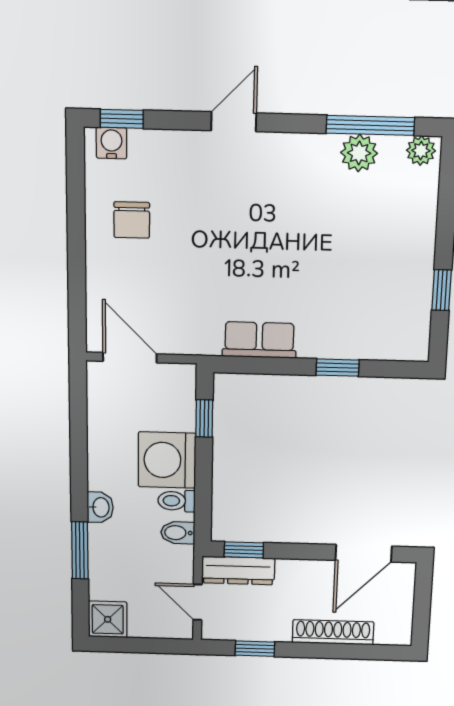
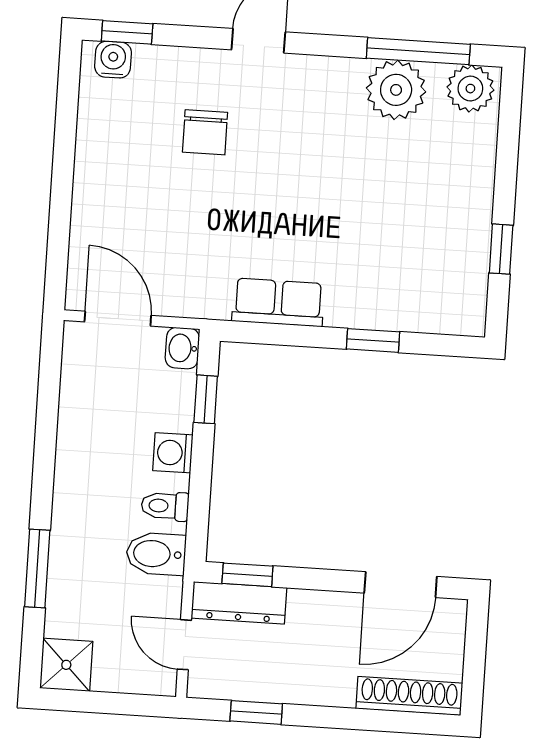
plant: (421, 151) -> (470, 89), width x1.38, depth x1.38
plant: (359, 153) -> (396, 90), width x1.36, depth x1.36
chair: (132, 220) -> (205, 132), moved
washing machine: (167, 460) -> (173, 453), width x0.53, depth x0.53
washbasin: (100, 507) -> (182, 348), moved, turned 180
bidet: (178, 533) -> (156, 554), width x1.38, depth x1.36
shoe rack: (333, 632) -> (409, 696), moved

